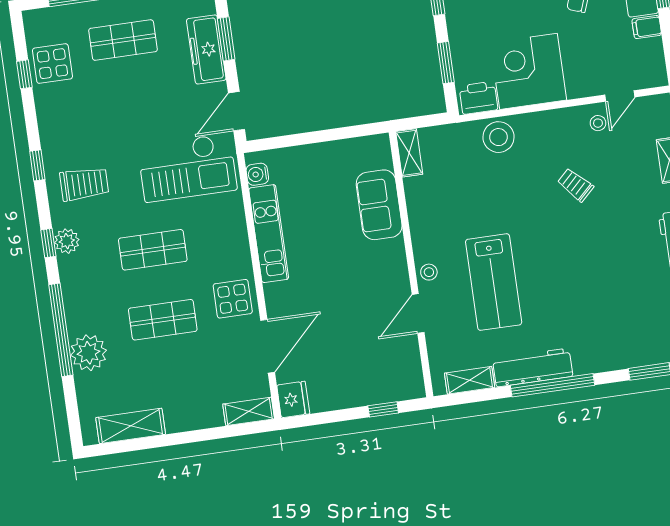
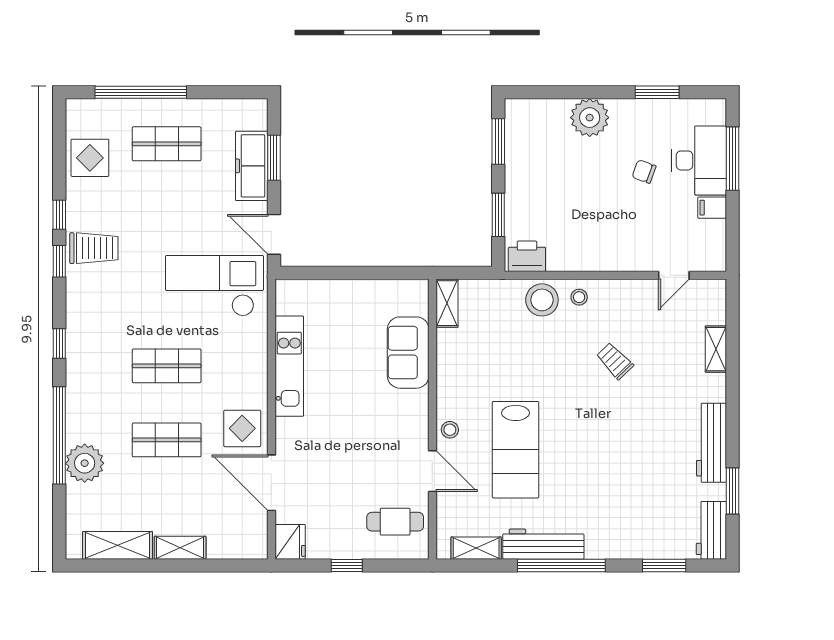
corner desk: (528, 71) -> (583, 236), removed
window: (24, 74) -> (59, 215), moved
door: (236, 111) -> (274, 234), hinge flipped
stool: (598, 123) -> (579, 297), moved
checkout: (187, 168) -> (215, 286), turned 180
water cooler: (257, 174) -> (286, 303), removed
trolley: (84, 184) -> (94, 248), moved
plant: (67, 241) -> (79, 344), removed
door: (418, 313) -> (432, 471), swing flipped
door: (268, 346) -> (271, 483), swing flipped
cafe table: (390, 366) -> (395, 522), added
window: (383, 409) -> (347, 565), moved
shelving: (249, 411) -> (180, 548), moved

